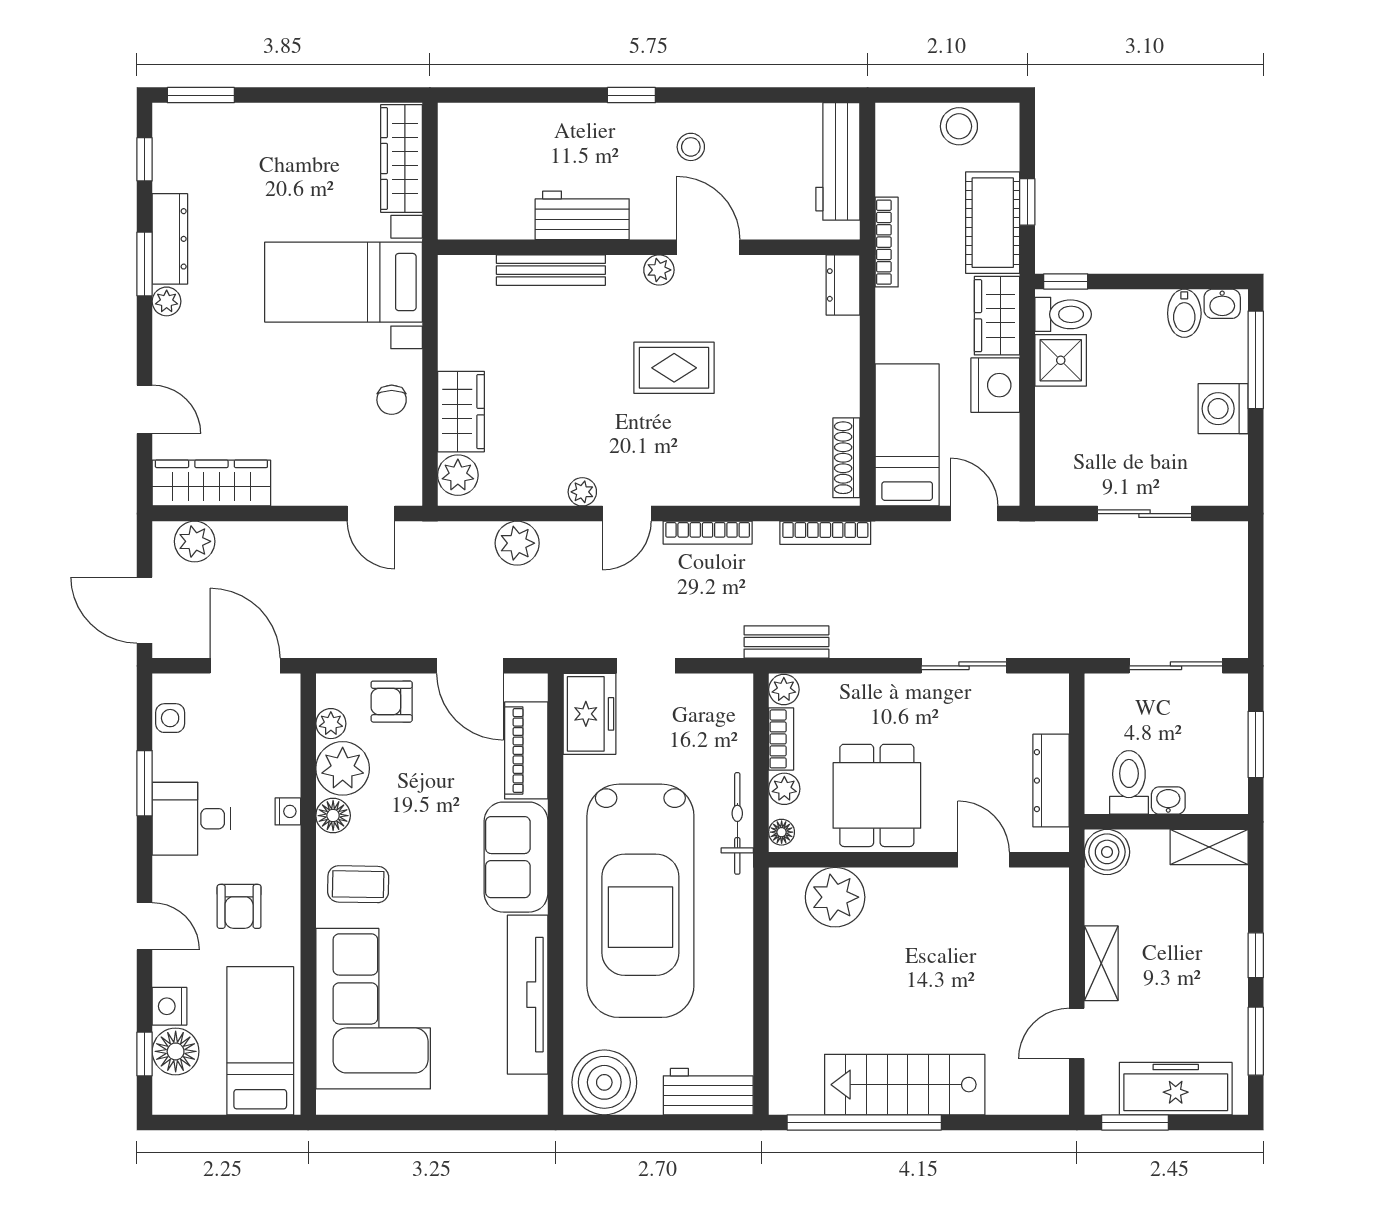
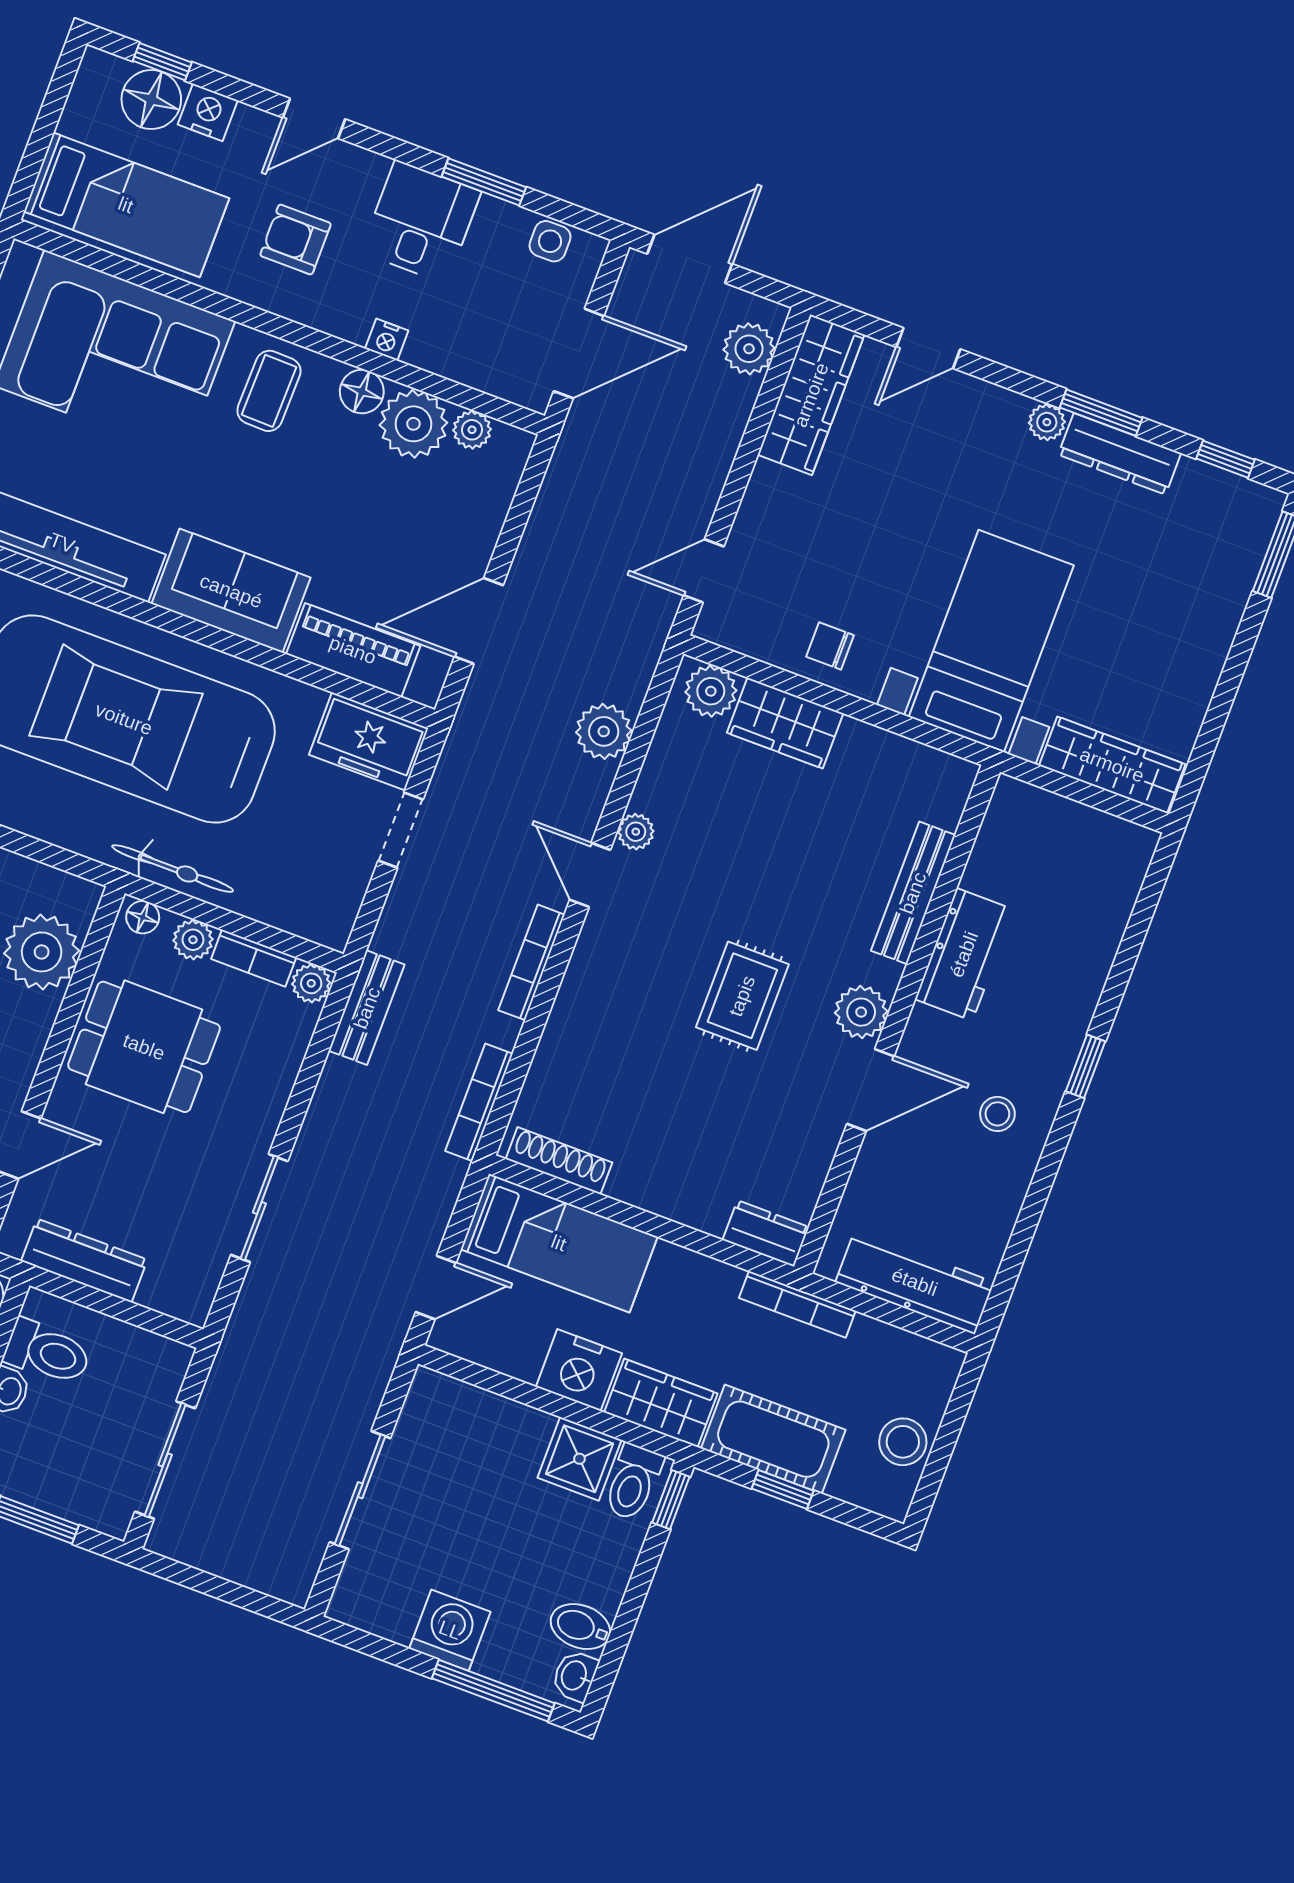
plant: (659, 270) -> (861, 1012), width x1.38, depth x1.38
armchair: (392, 702) -> (471, 512), removed

